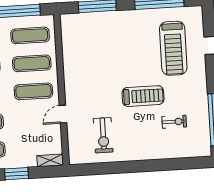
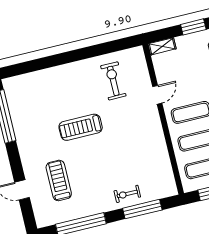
treadmill: (173, 48) -> (59, 181), width x0.73, depth x0.73
exercise bike: (174, 122) -> (127, 194), moved

